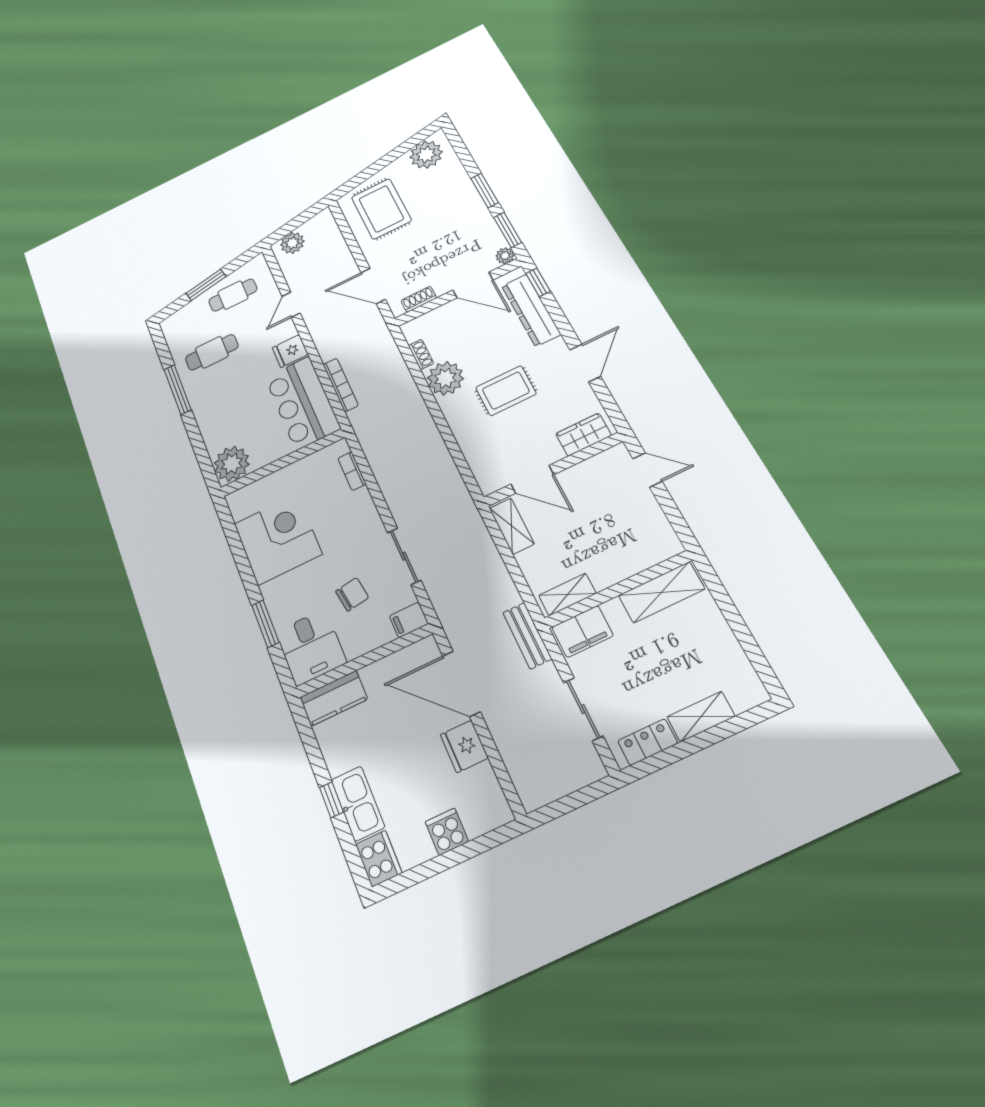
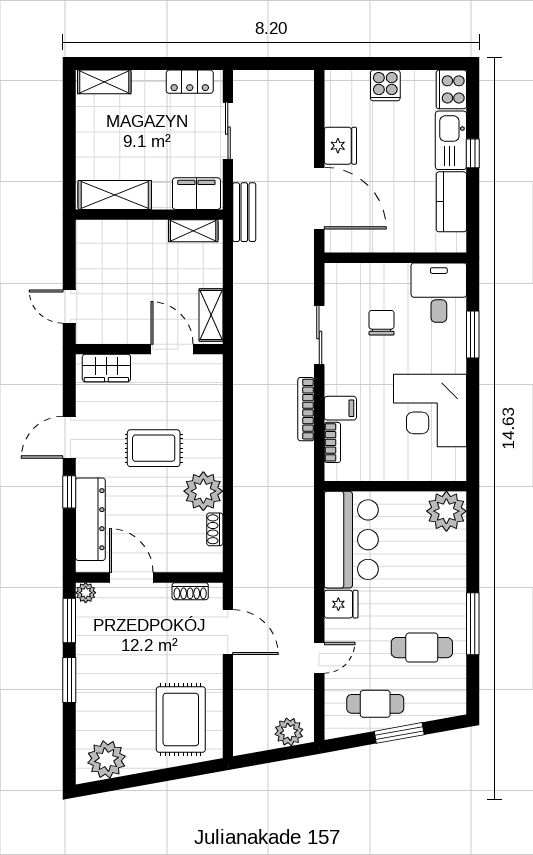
window: (538, 282) -> (69, 492), moved
bookcase: (341, 385) -> (306, 409), moved
chair: (352, 594) -> (382, 323), turned 98
filing cabinet: (409, 620) -> (340, 408), moved
kitchen counter: (334, 698) -> (451, 202), moved, turned -90
shelving: (701, 717) -> (104, 82), moved

